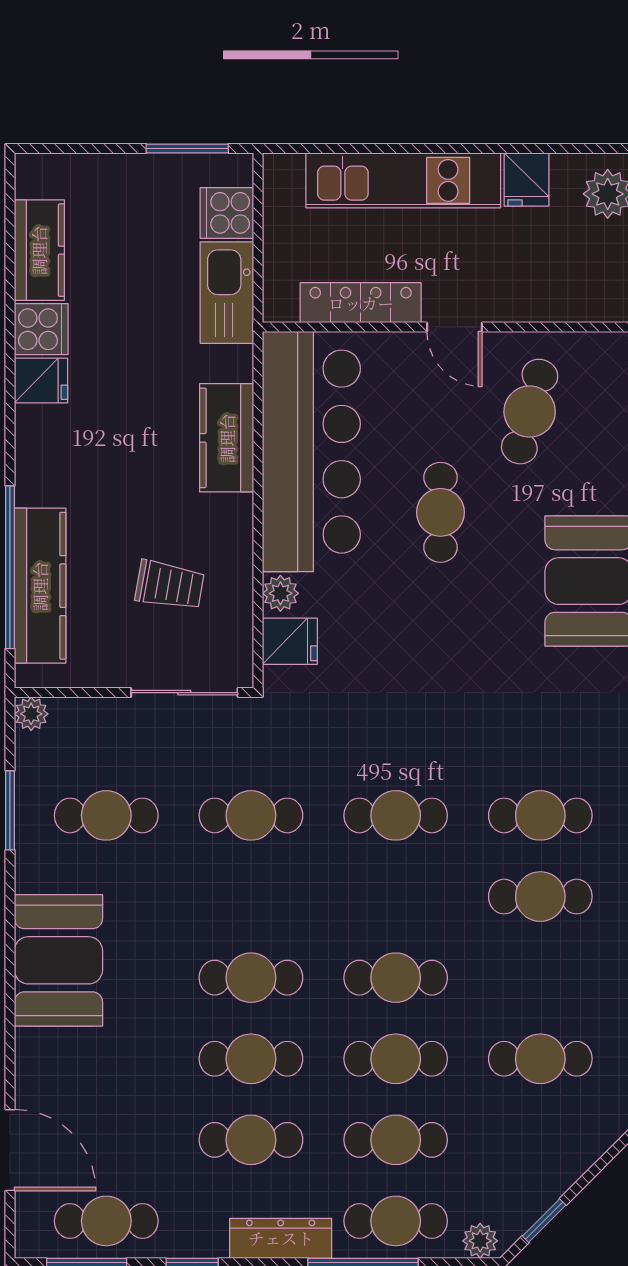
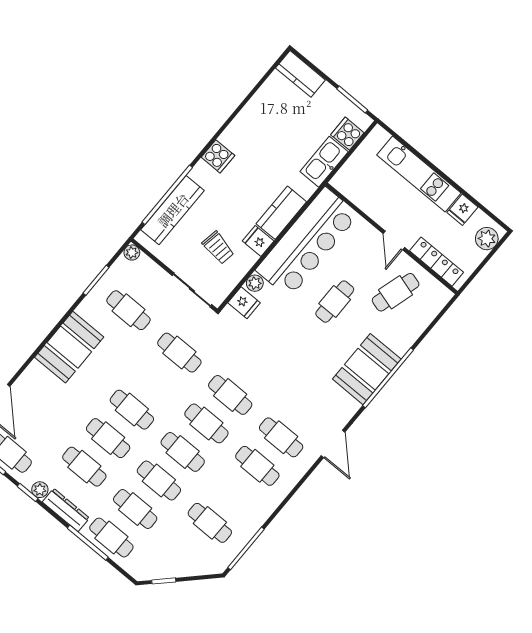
kitchen counter: (39, 250) -> (300, 74), moved, turned 90
locker: (361, 303) -> (437, 262), moved
cooker: (41, 329) -> (218, 156), moved
fridge: (41, 381) -> (258, 241), moved, turned 180
cafe table: (396, 897) -> (206, 423), added
plant: (480, 1241) -> (40, 490), moved

